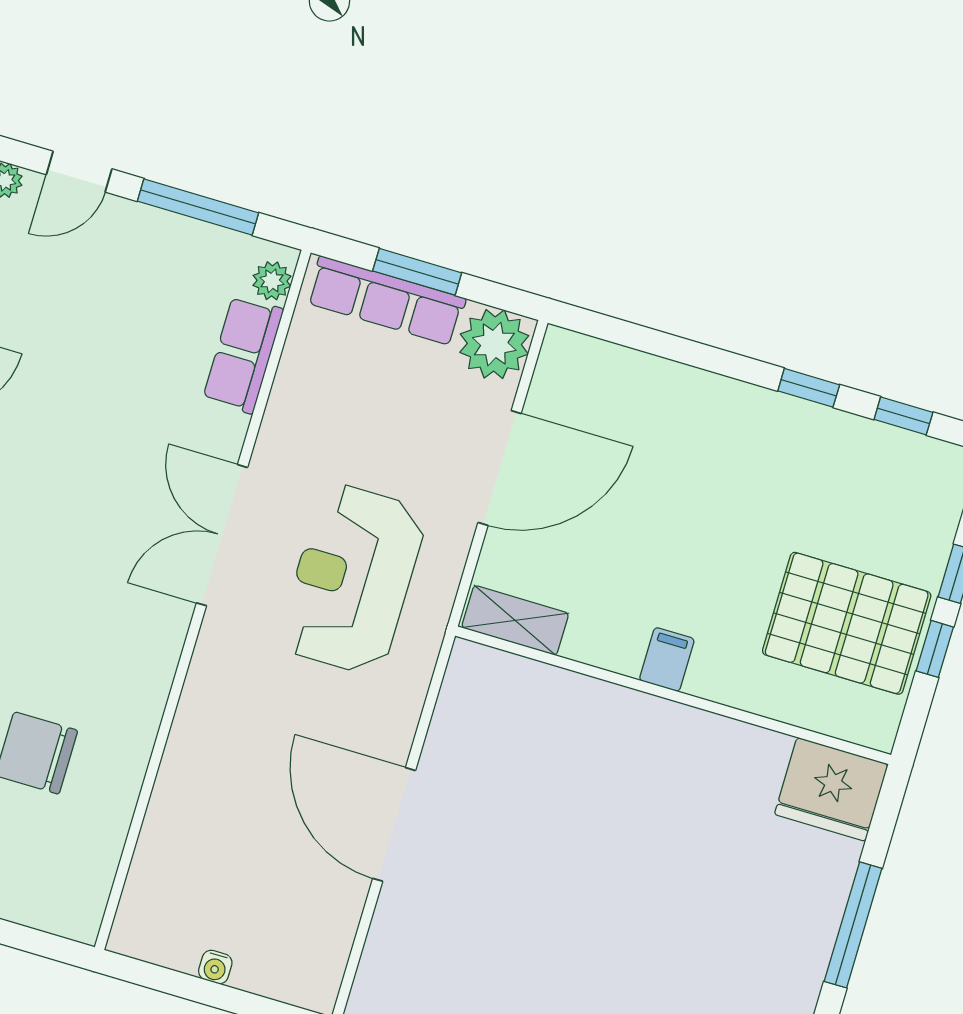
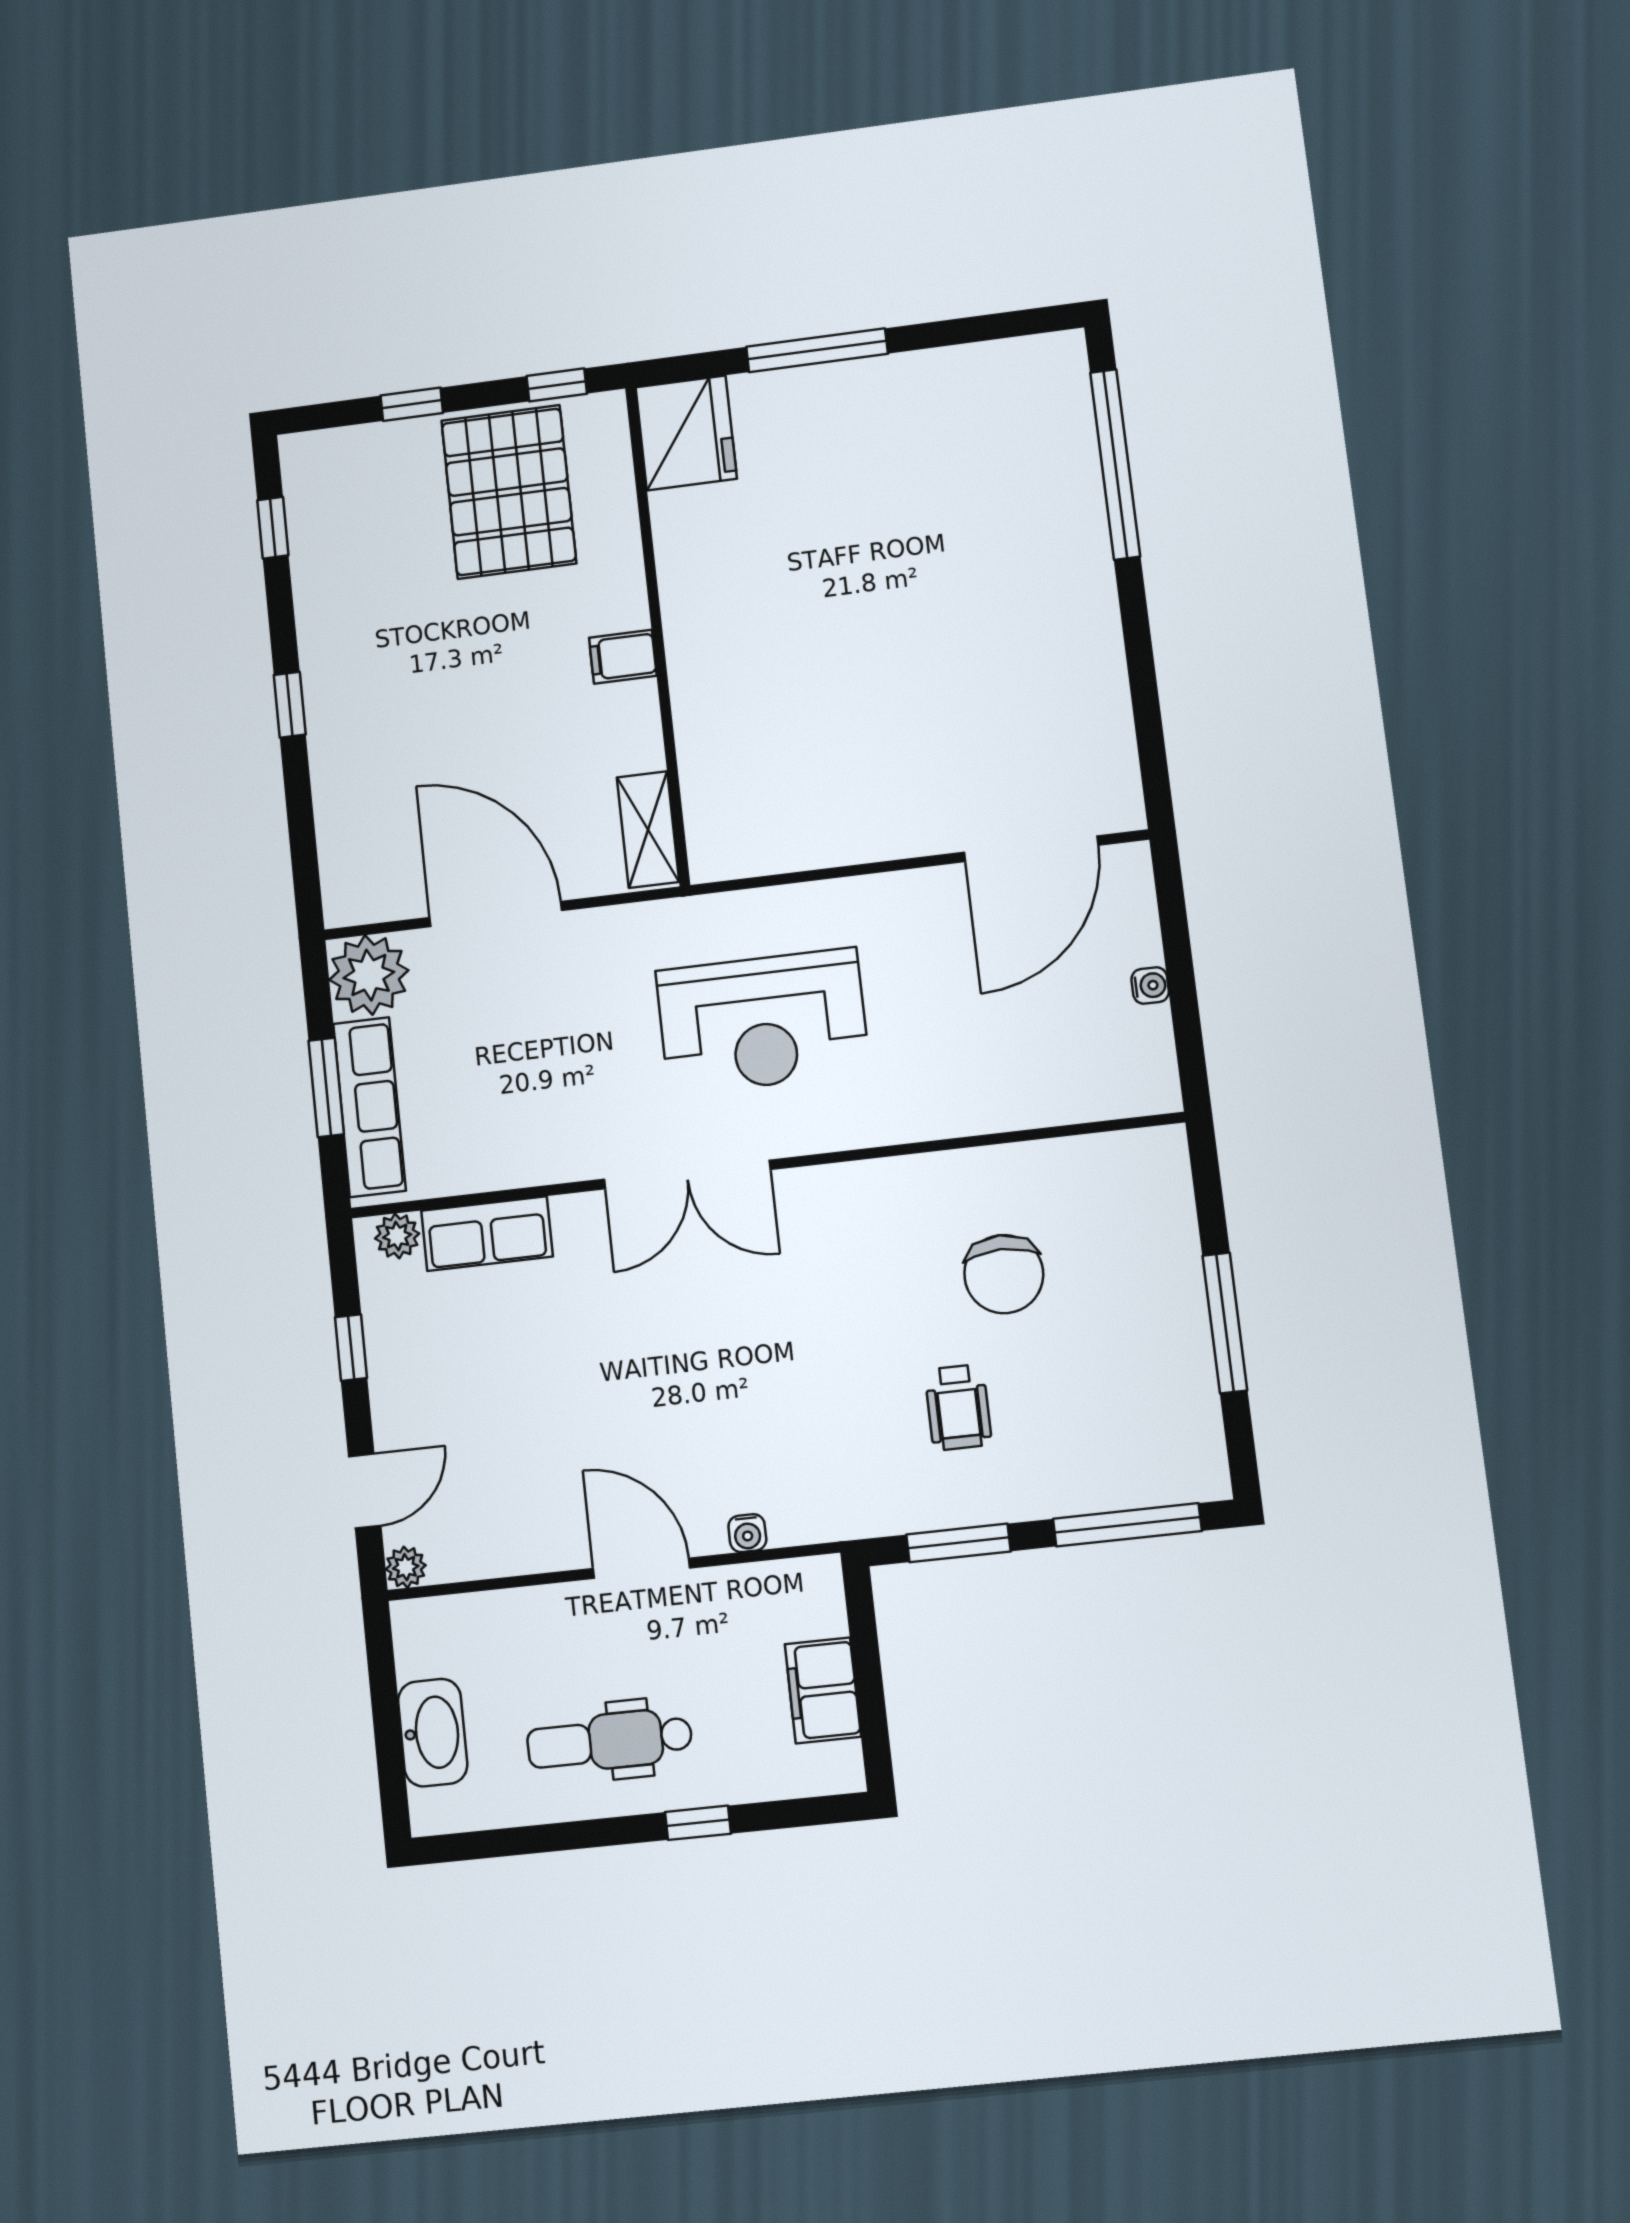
door: (79, 172) -> (365, 1491), hinge flipped
window: (198, 207) -> (351, 1348), width x0.46
window: (809, 388) -> (290, 705), moved
reception desk: (352, 579) -> (763, 1022), moved
window: (935, 649) -> (557, 385), moved
door: (394, 824) -> (1031, 849), moved

